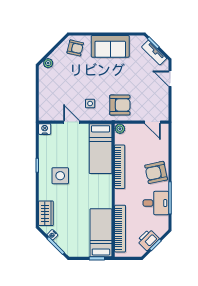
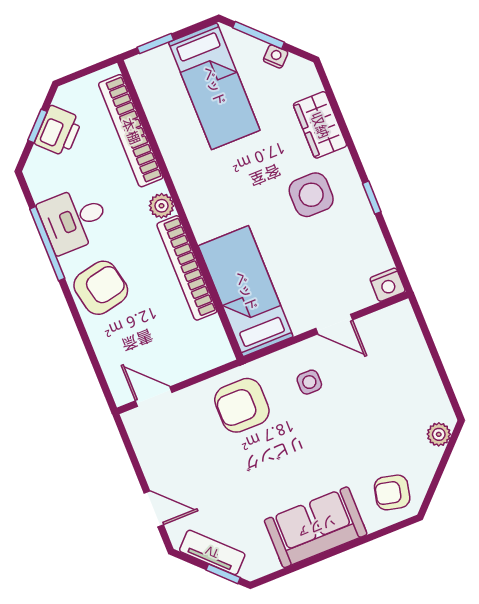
plant: (120, 129) -> (162, 206), moved
wardrobe: (46, 213) -> (320, 125), moved
bed: (101, 233) -> (214, 86), moved

